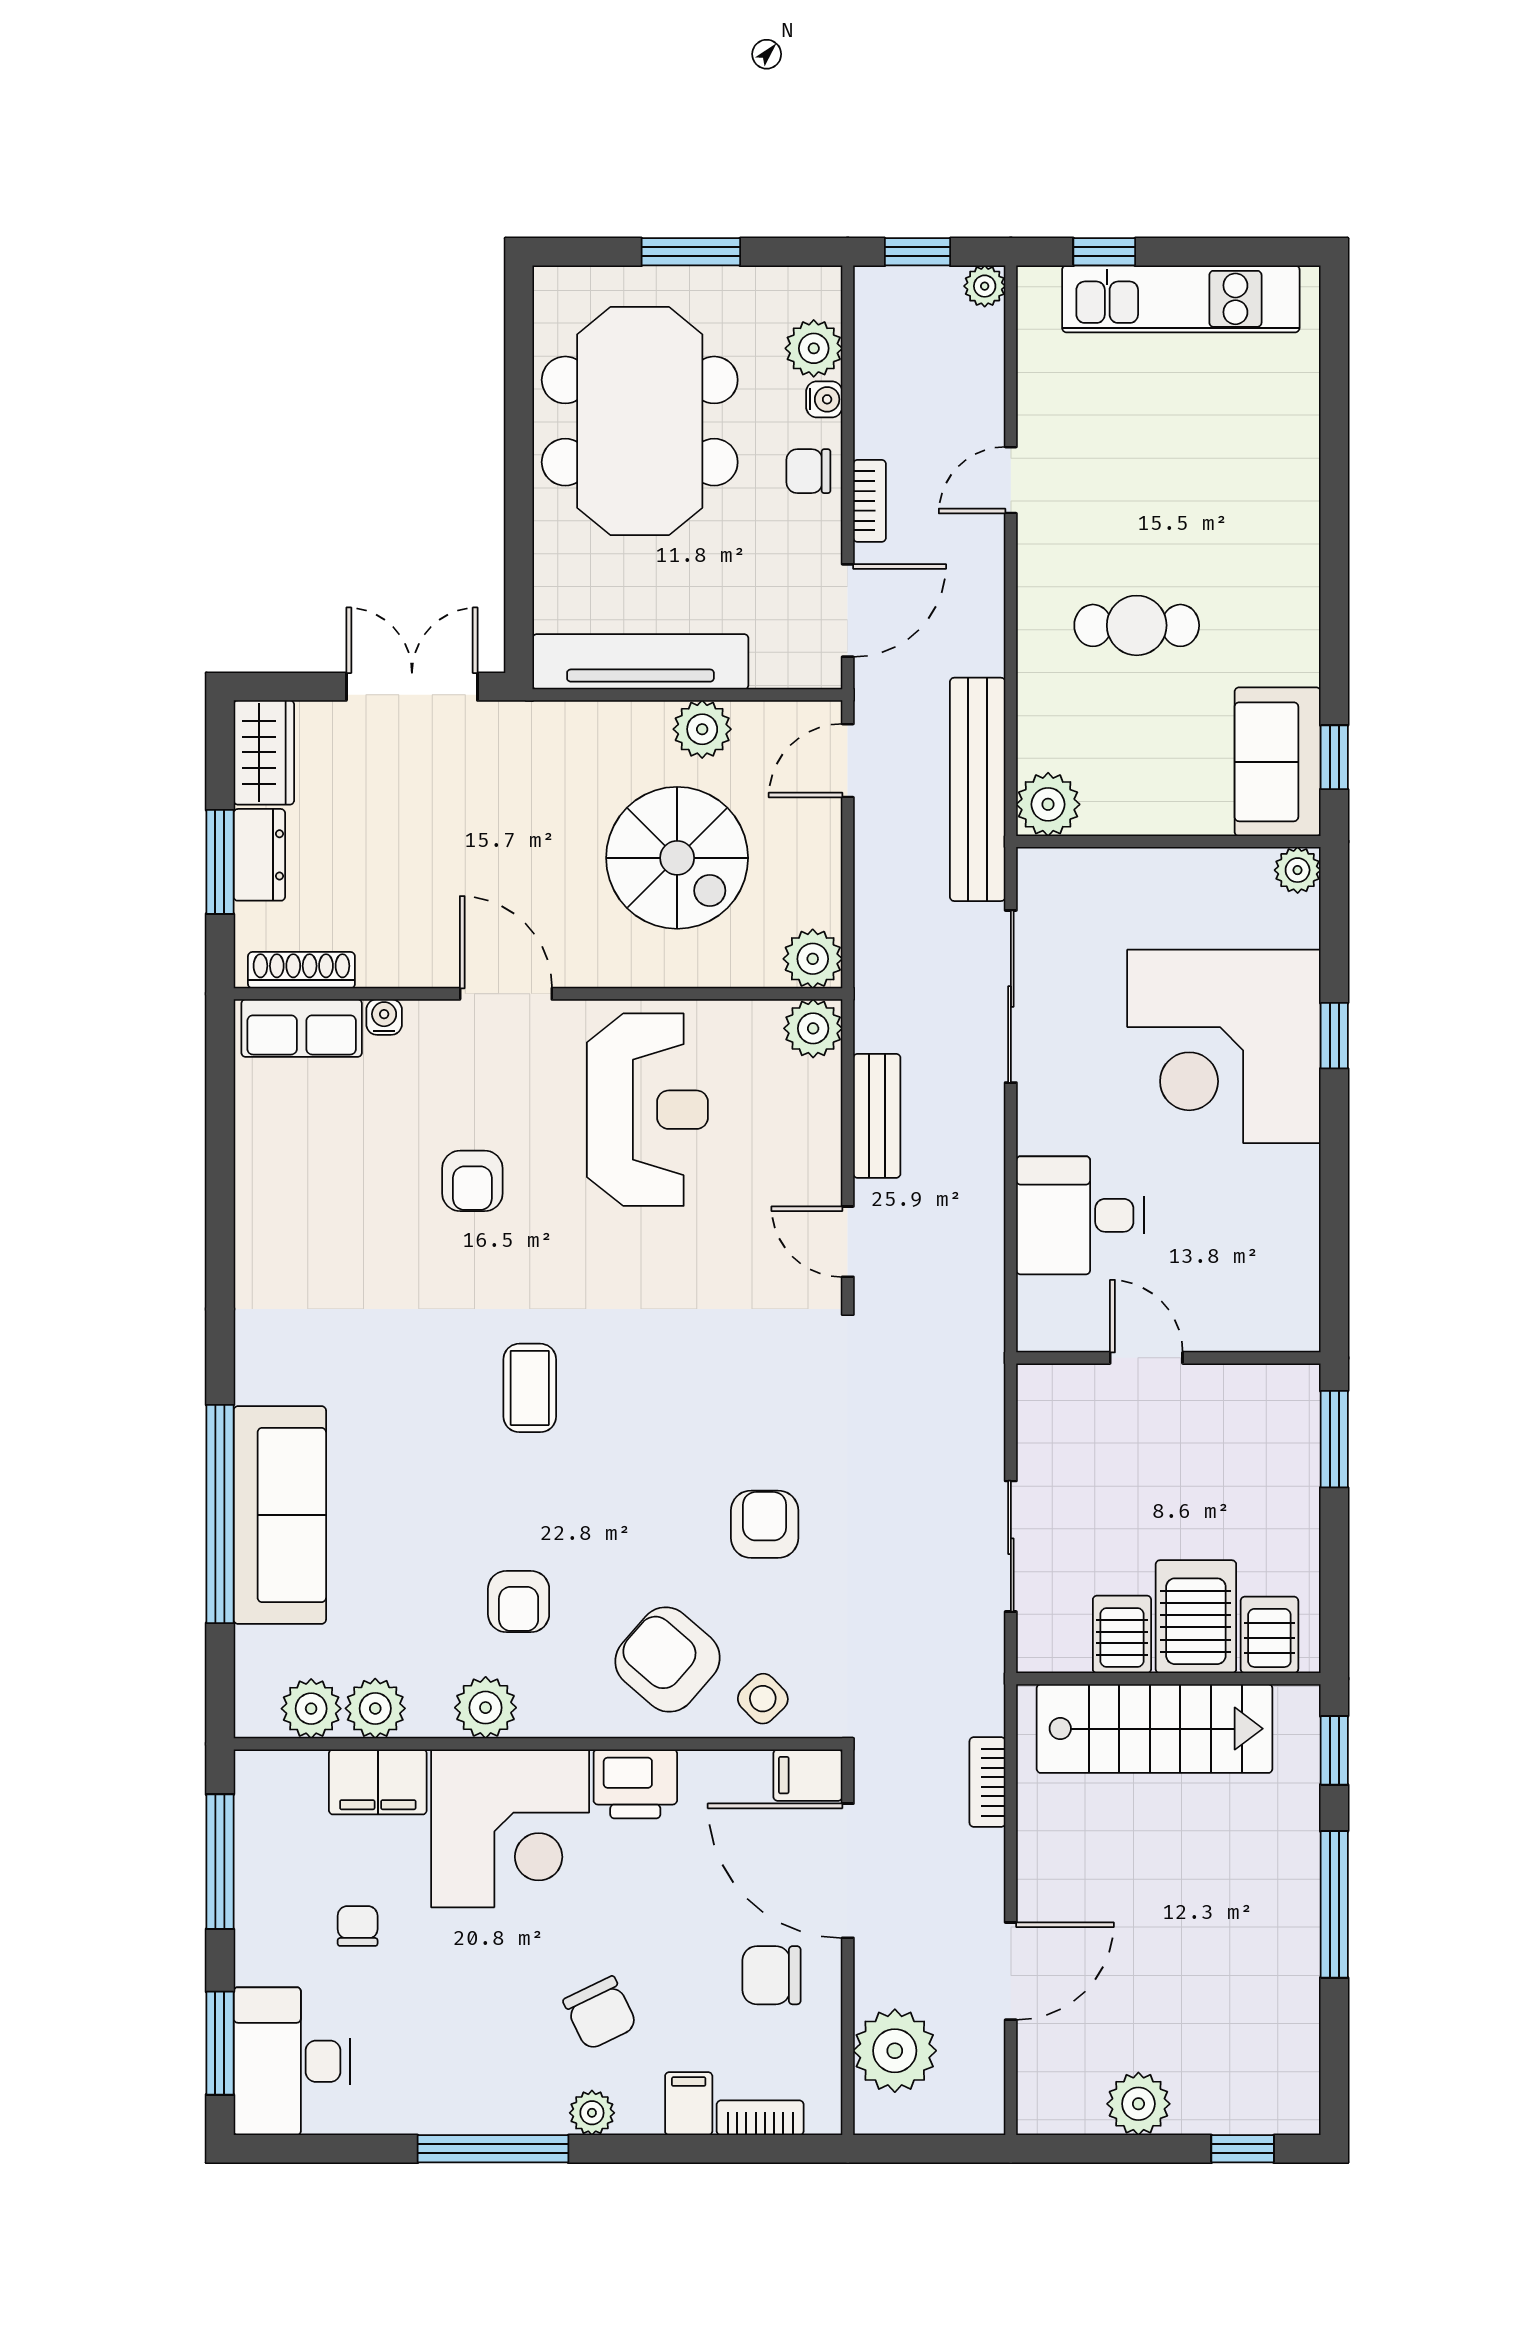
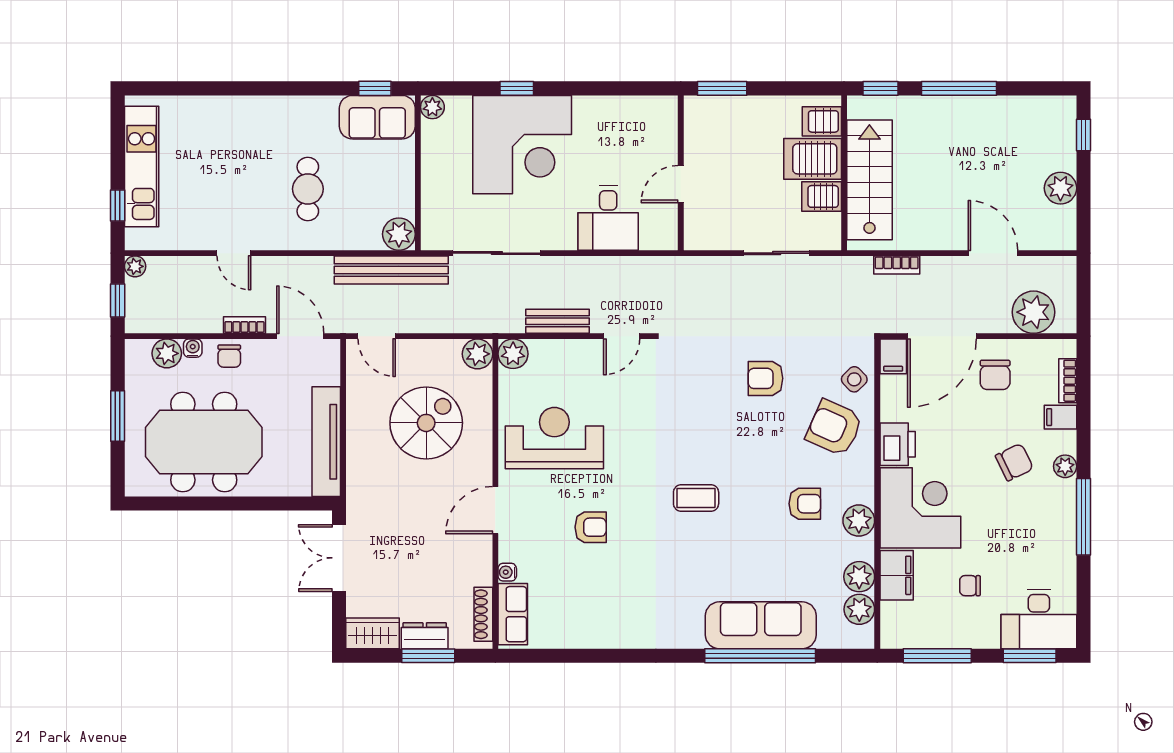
plant: (702, 729) -> (361, 410), removed
armchair: (668, 1660) -> (834, 428), turned 73

